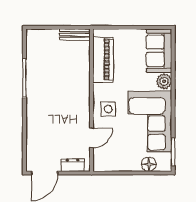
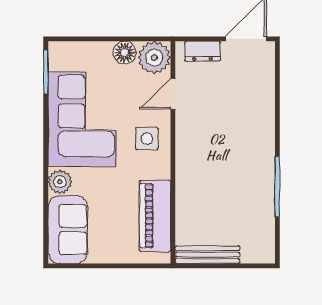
bench: (75, 35) -> (207, 255), width x1.36
plant: (103, 161) -> (154, 58), added
floor lamp: (149, 164) -> (125, 53), moved

